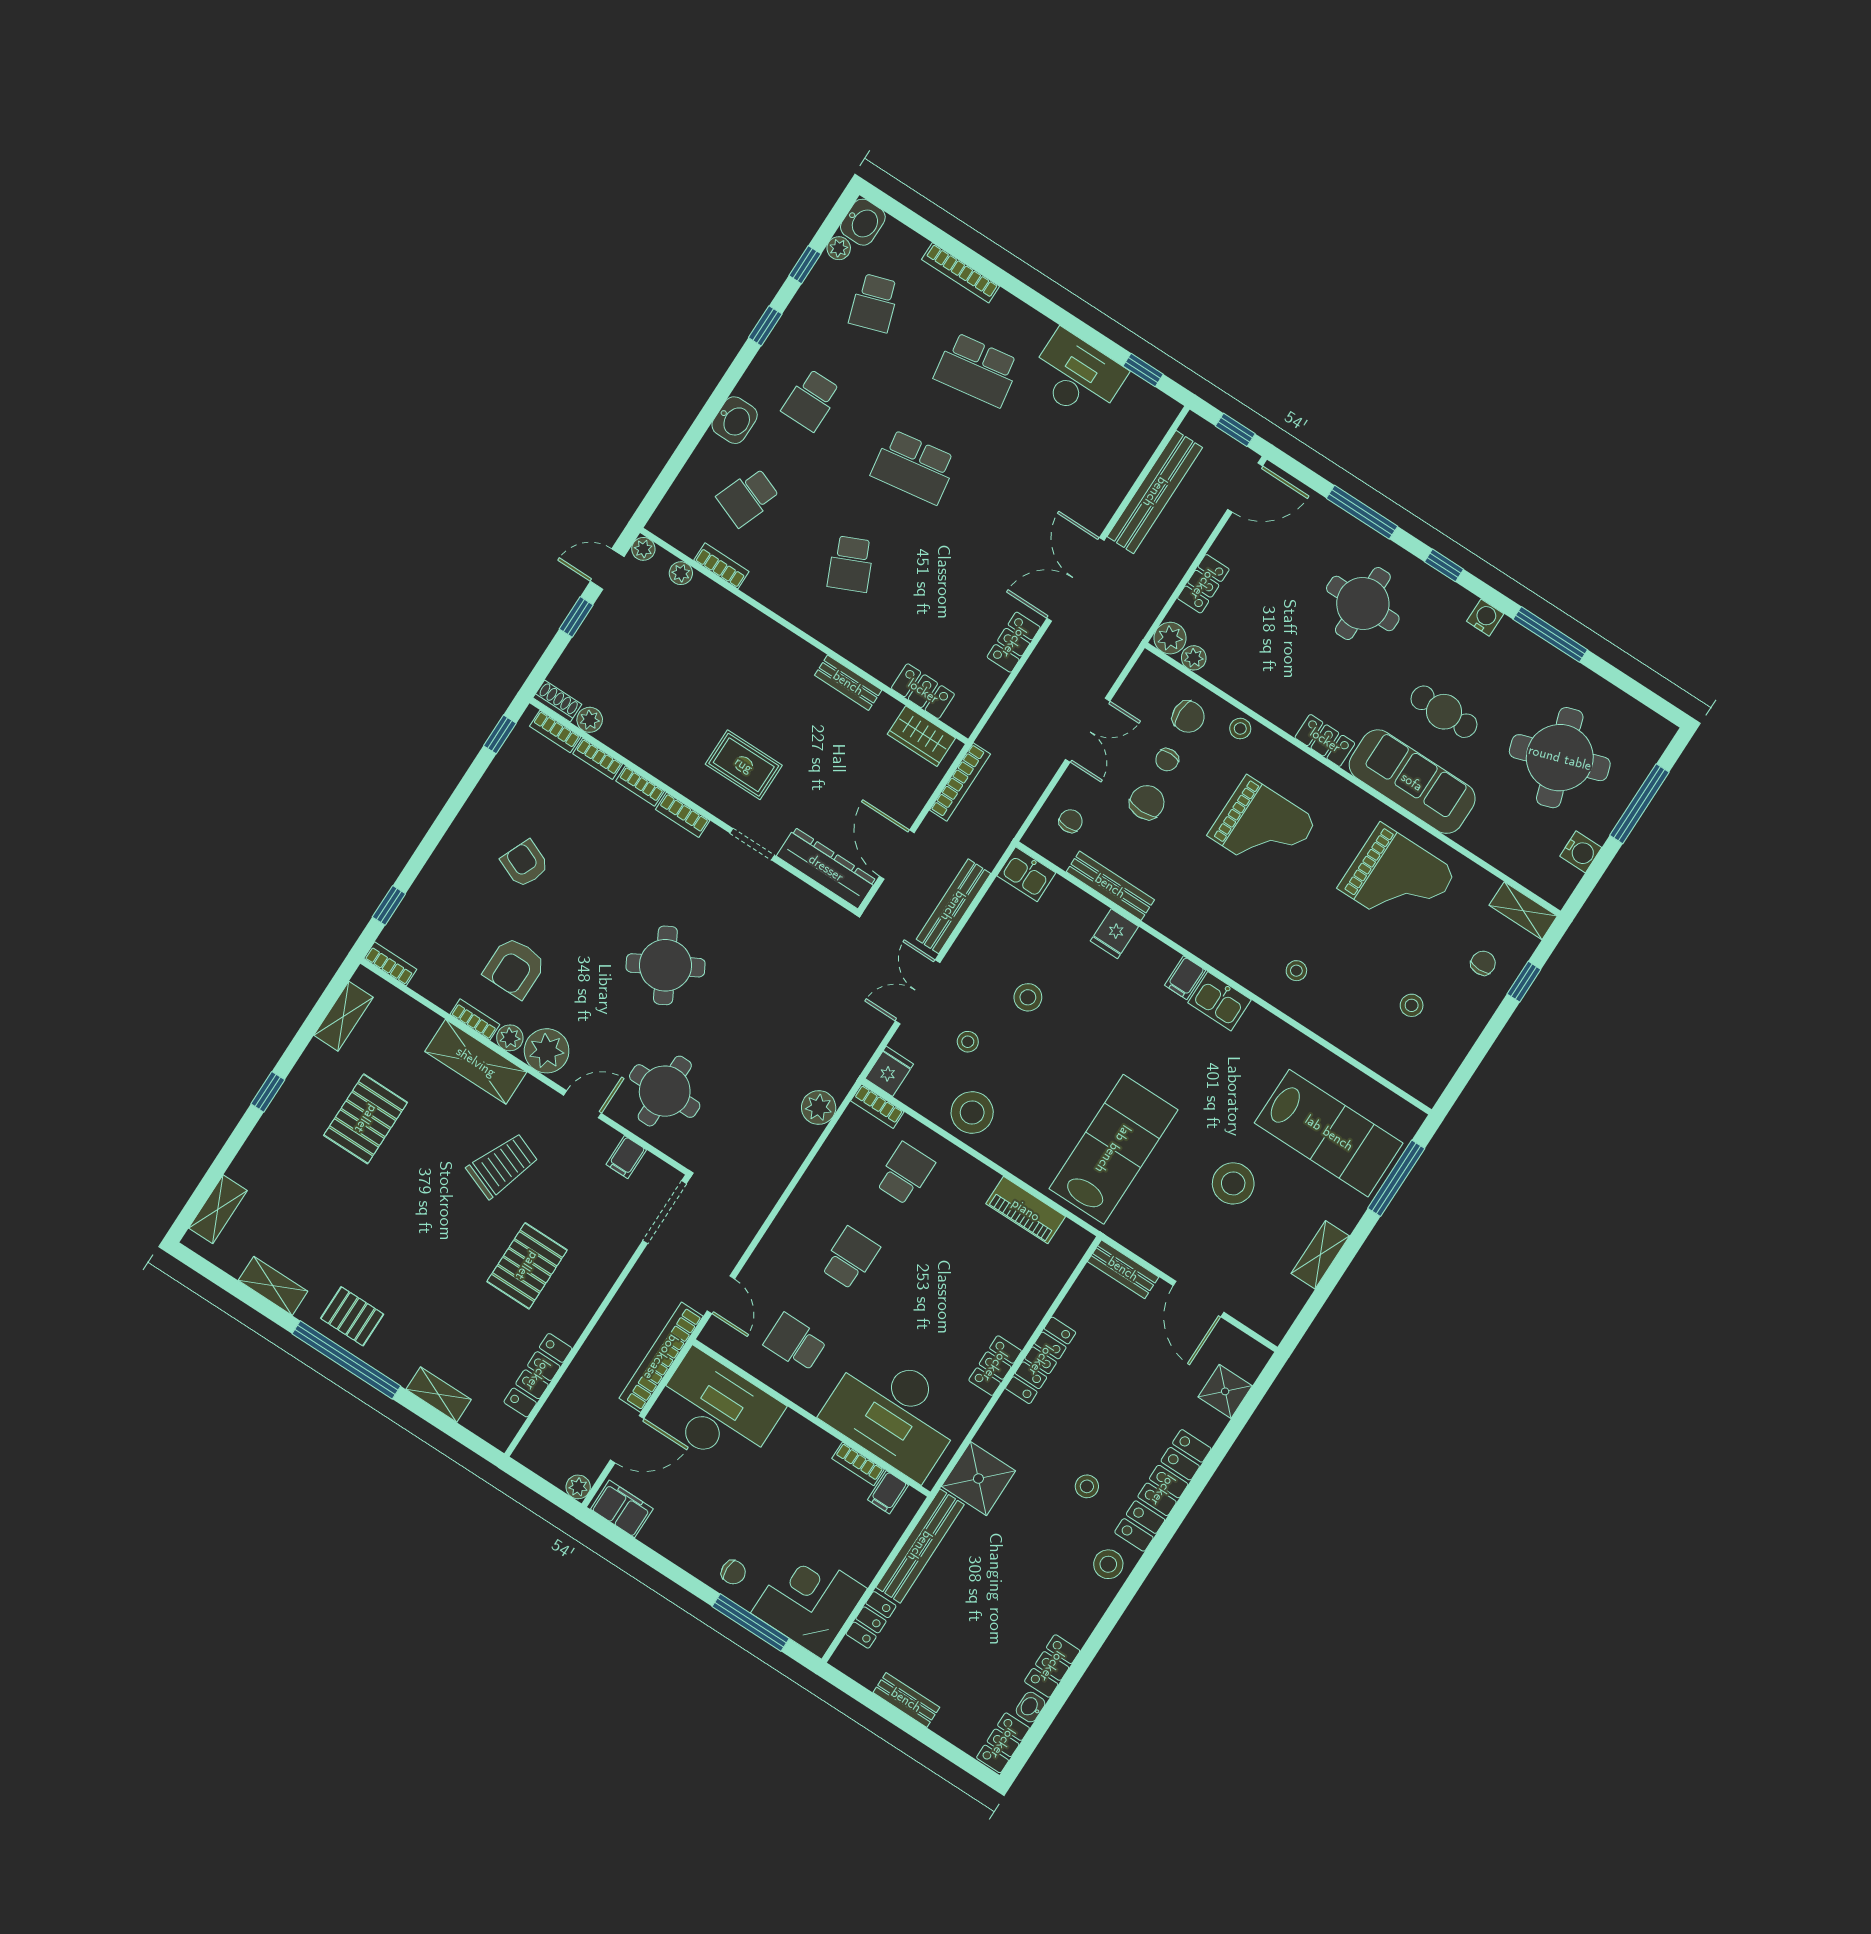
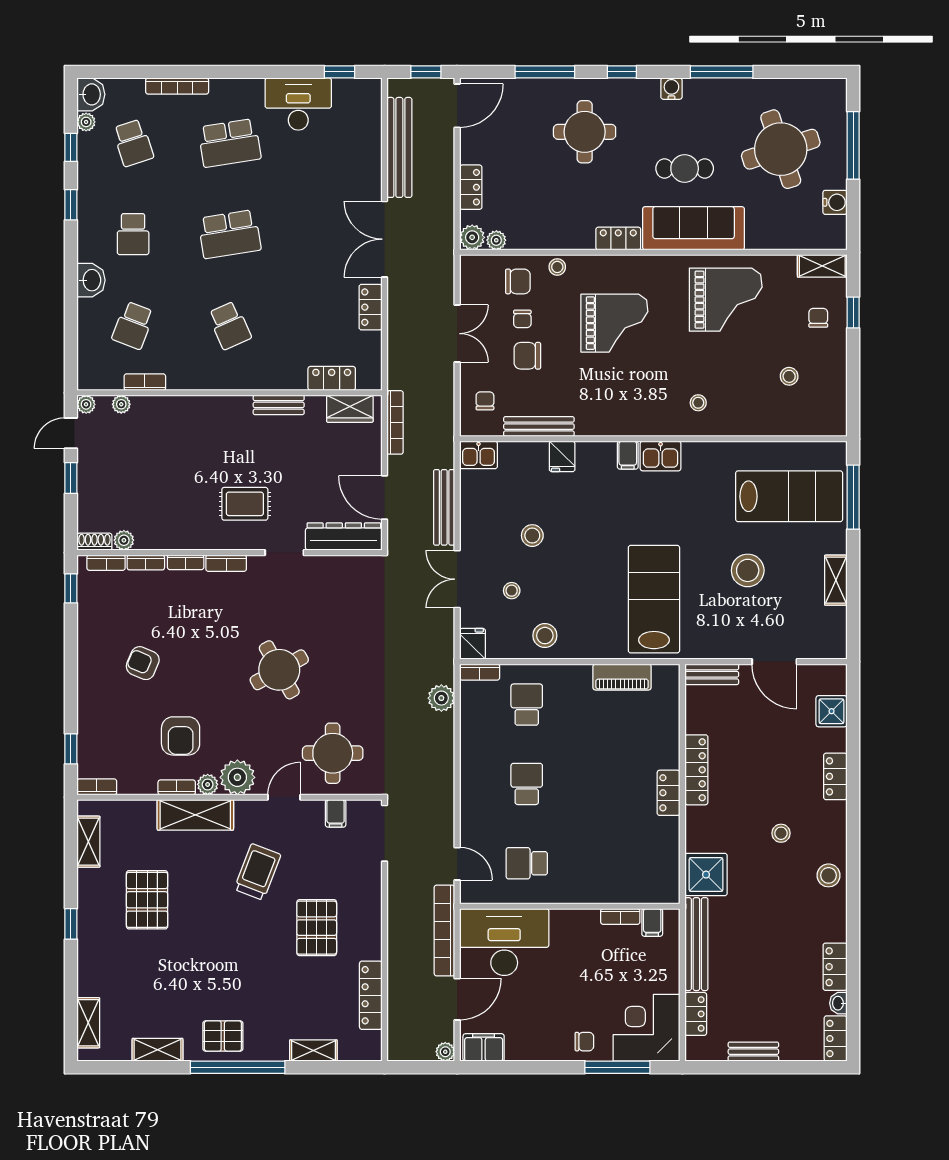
chair: (1147, 802) -> (527, 356), turned -90
stool: (972, 1112) -> (545, 636), width x0.73, depth x0.73
desk: (894, 1413) -> (622, 867), removed
locker: (1163, 1490) -> (835, 776), width x0.46, depth x0.83

